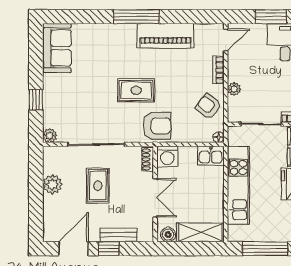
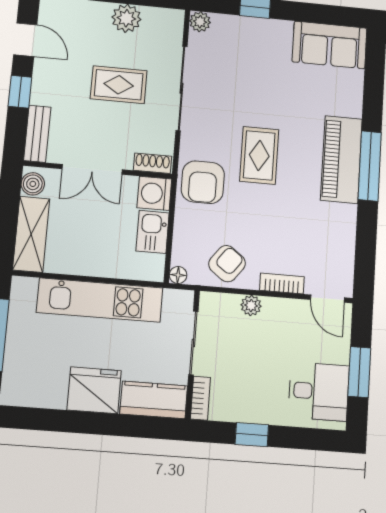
piano: (166, 36) -> (341, 160), moved
kitchen sink: (211, 156) -> (153, 232), moved
bench: (119, 235) -> (37, 134), moved
door: (74, 249) -> (25, 40), width x0.73

